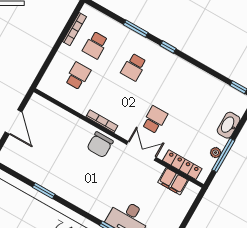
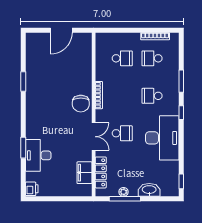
desk: (183, 81) -> (162, 138), added
chair: (100, 145) -> (81, 104), turned -90

